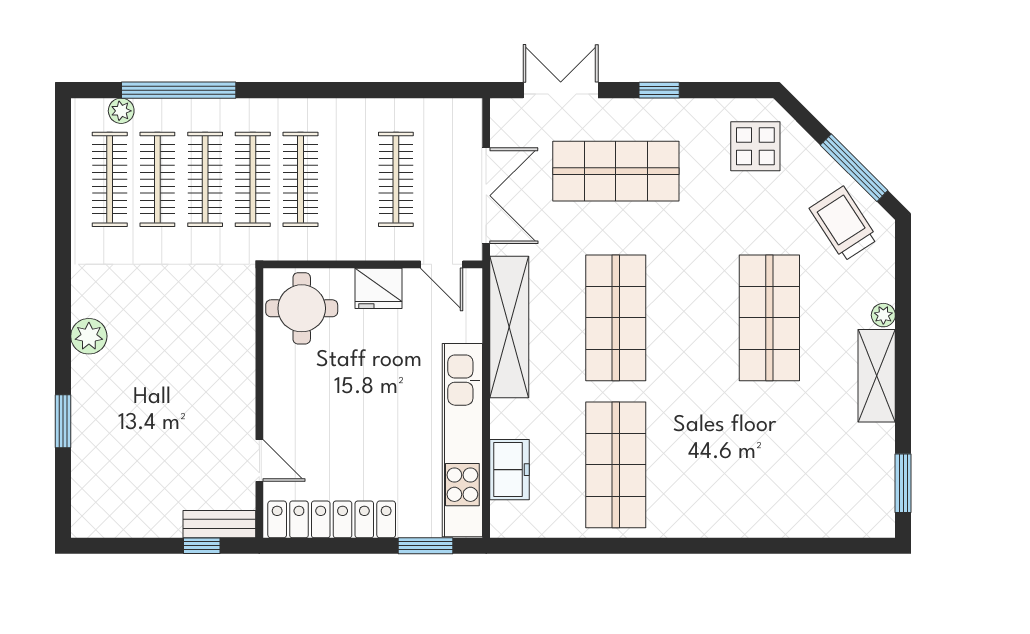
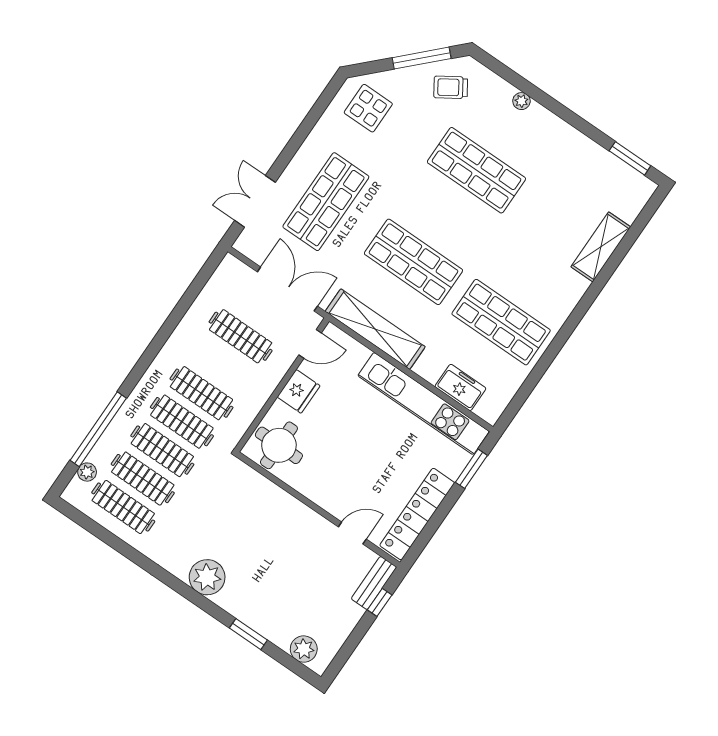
window: (659, 90) -> (295, 143), removed
trolley: (844, 224) -> (451, 87), width x0.73, depth x0.72
plant: (89, 336) -> (207, 577), width x1.36, depth x1.36
shelving: (877, 376) -> (601, 247), moved, turned 90
plant: (89, 496) -> (304, 649), added

